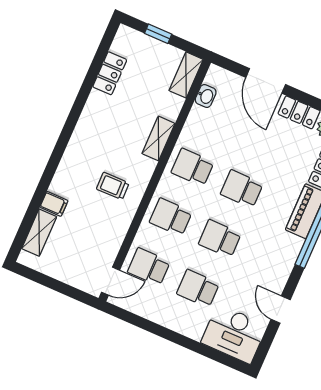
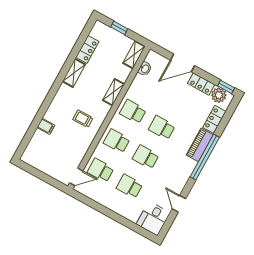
door: (266, 81) -> (183, 63), hinge flipped
shelving: (39, 233) -> (74, 73), moved
desk: (234, 334) -> (153, 218), width x0.73

